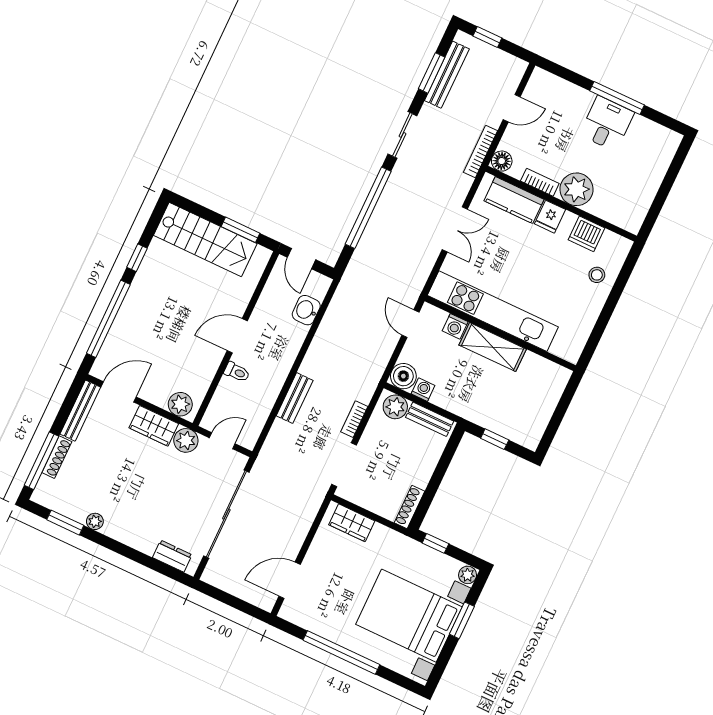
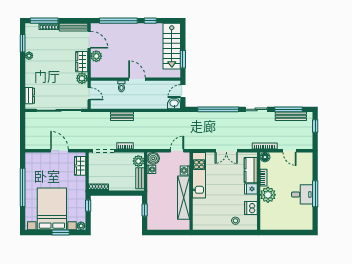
window: (432, 73) -> (289, 109), width x1.44
washbasin: (306, 310) -> (174, 103), moved
kitchen unit: (493, 311) -> (199, 175), width x0.73
shelving: (493, 347) -> (184, 198), width x1.47
plant: (180, 404) -> (96, 56), moved
door: (290, 580) -> (59, 151), moved

